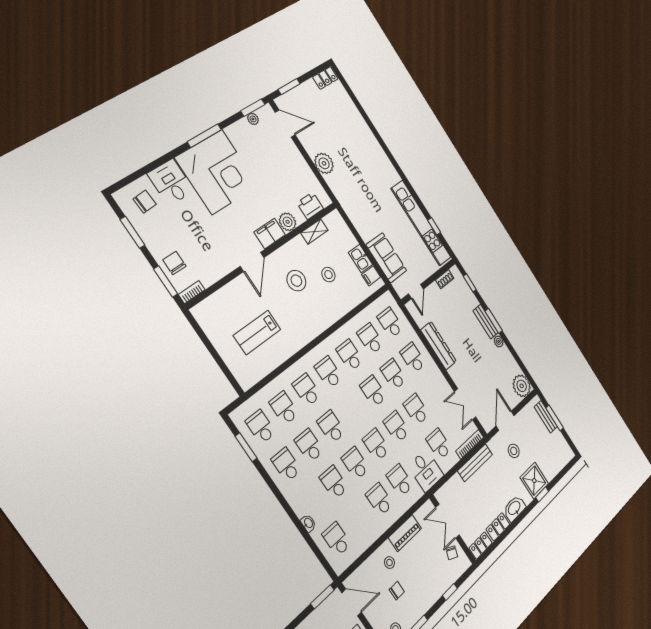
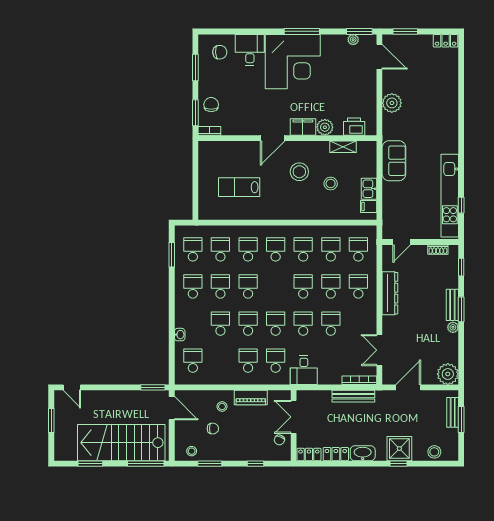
sofa: (386, 258) -> (394, 161), moved
school desk: (439, 444) -> (331, 361), removed
stool: (514, 451) -> (434, 452), moved

